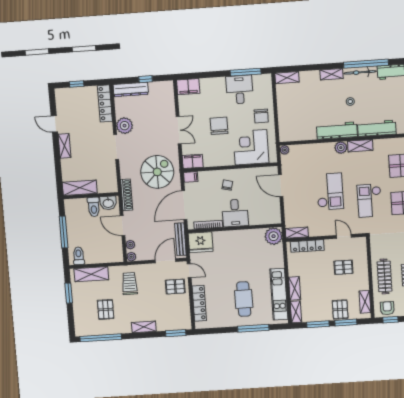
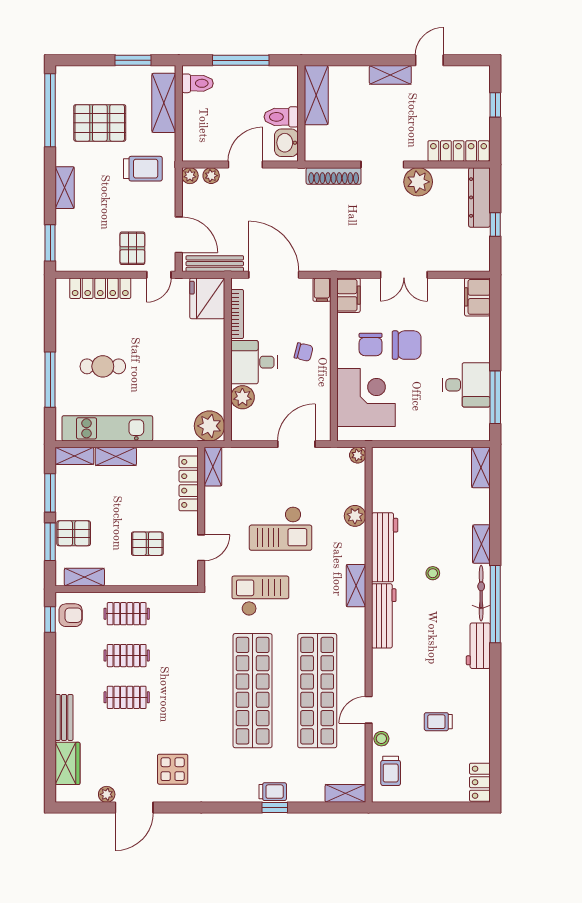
chair: (261, 116) -> (371, 344), moved, turned -90
plant: (341, 148) -> (355, 516), moved
spiral stairs: (157, 172) -> (335, 232), removed
shoe rack: (127, 195) -> (334, 176), moved
plant: (256, 218) -> (242, 397), added
pallet: (343, 267) -> (147, 544), turned 90
clothes rail: (384, 276) -> (127, 614), width x0.73
cafe table: (244, 299) -> (103, 366), width x0.73, depth x0.74
pallet: (106, 309) -> (100, 123), width x1.50, depth x1.42

